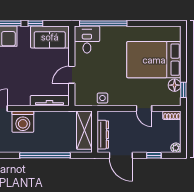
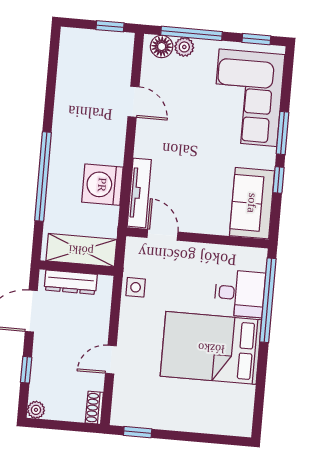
desk: (87, 40) -> (240, 293), moved
bed: (154, 60) -> (211, 348), moved, turned -90
door: (72, 75) -> (162, 235), moved
floor lamp: (175, 85) -> (147, 417), removed
washing machine: (23, 122) -> (102, 185), moved

